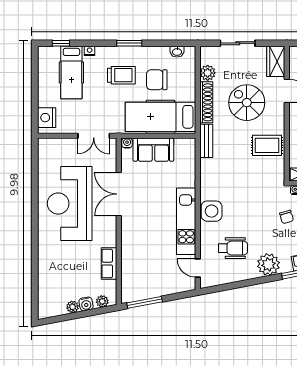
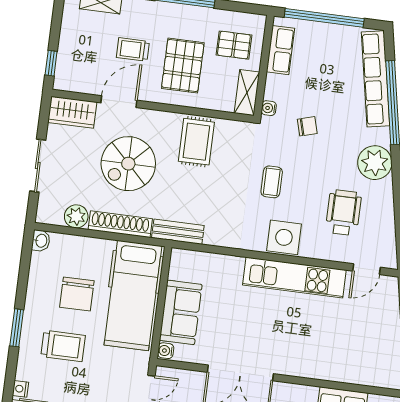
washbasin: (177, 52) -> (41, 241), moved
trolley: (121, 75) -> (63, 346), turned 90
coffee table: (247, 198) -> (272, 182), added

